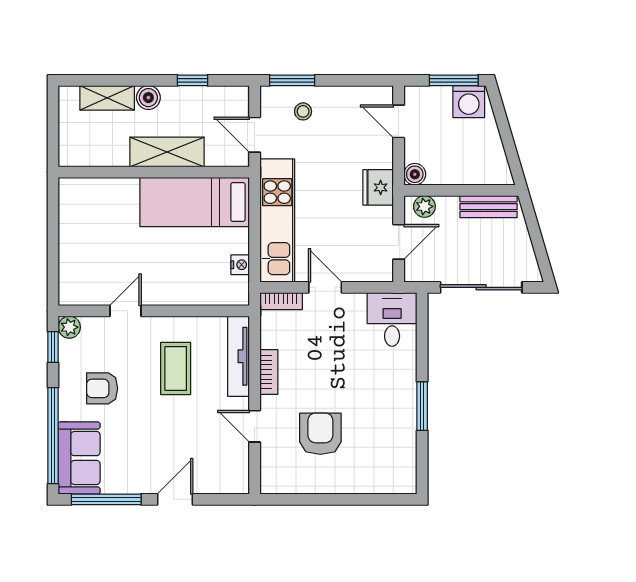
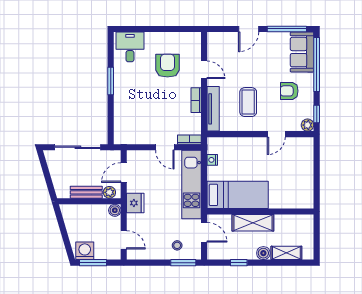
bench: (489, 207) -> (86, 192), moved
desk: (392, 319) -> (130, 47), moved, turned 180
armchair: (102, 388) -> (289, 91), turned 180
armchair: (320, 434) -> (167, 66), turned 180

